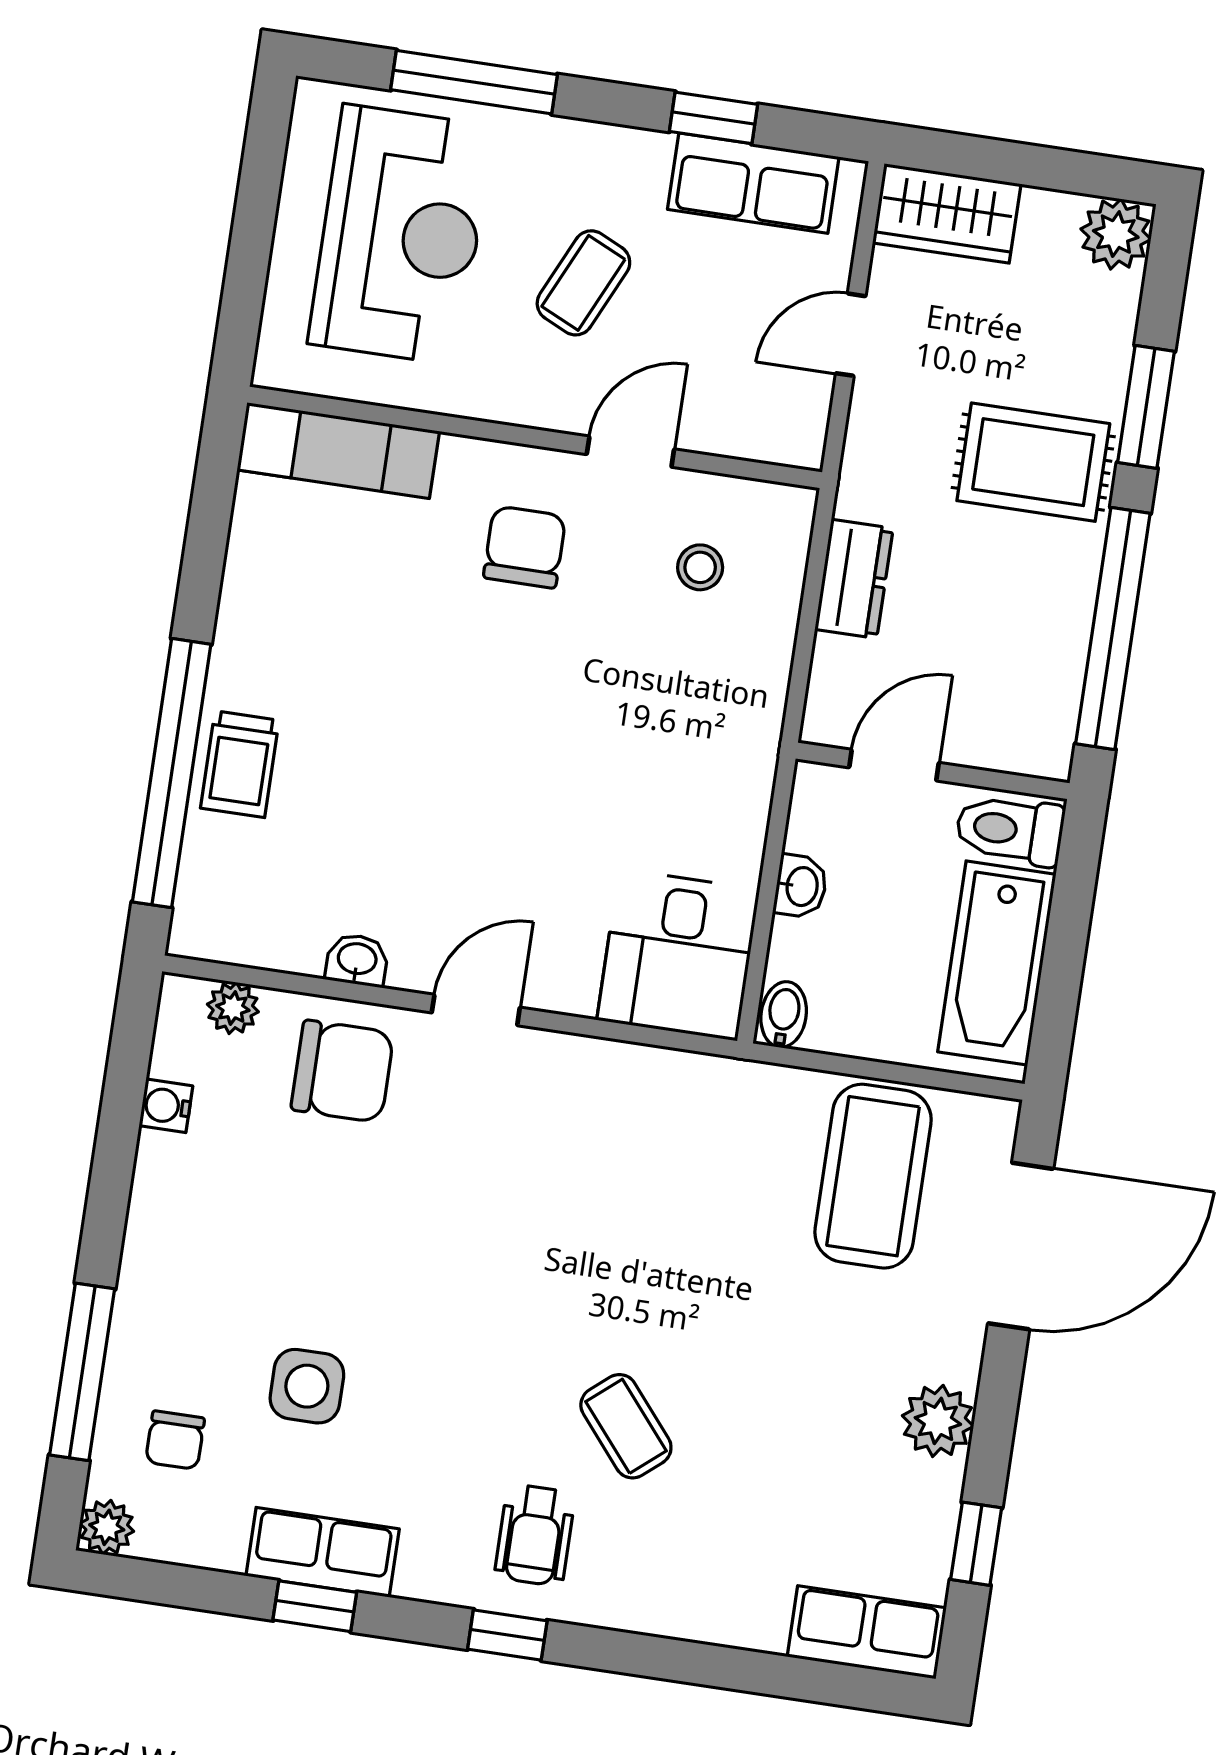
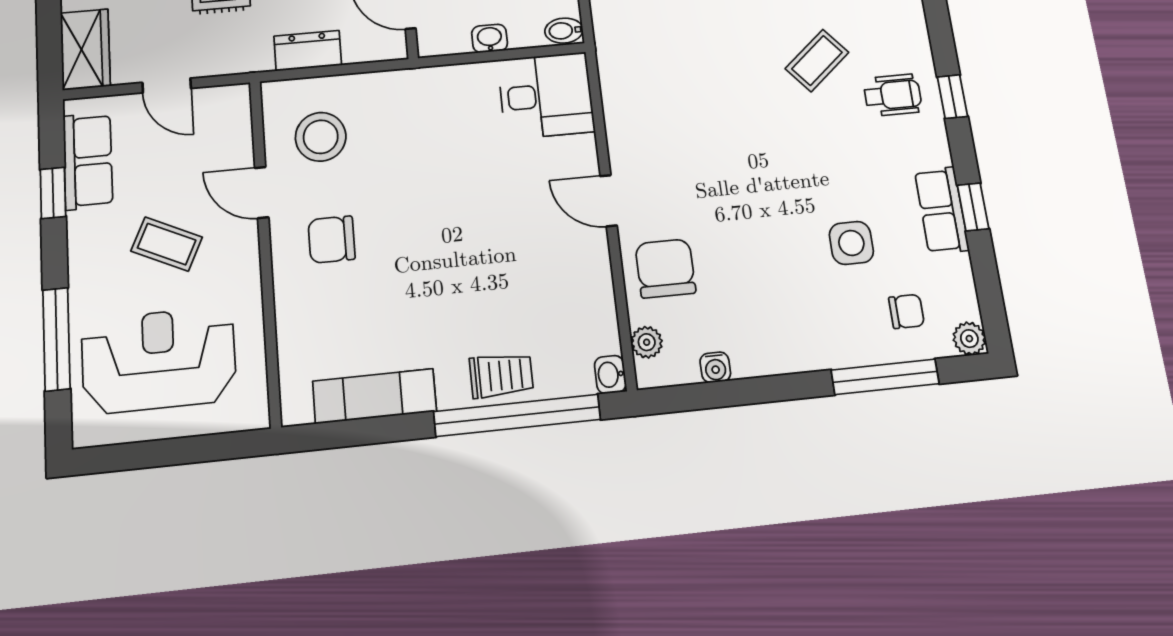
exam couch: (338, 451) -> (375, 396), moved, turned -90
stool: (700, 567) -> (321, 137), width x1.89, depth x1.89
washbasin: (357, 960) -> (610, 375), moved

